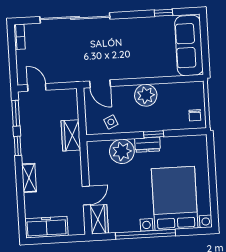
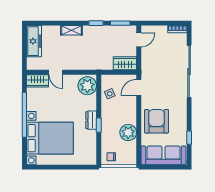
armchair: (144, 57) -> (157, 121), added
plant: (146, 95) -> (128, 132), moved
wardrobe: (71, 135) -> (125, 63), moved
plant: (122, 151) -> (87, 86), moved

